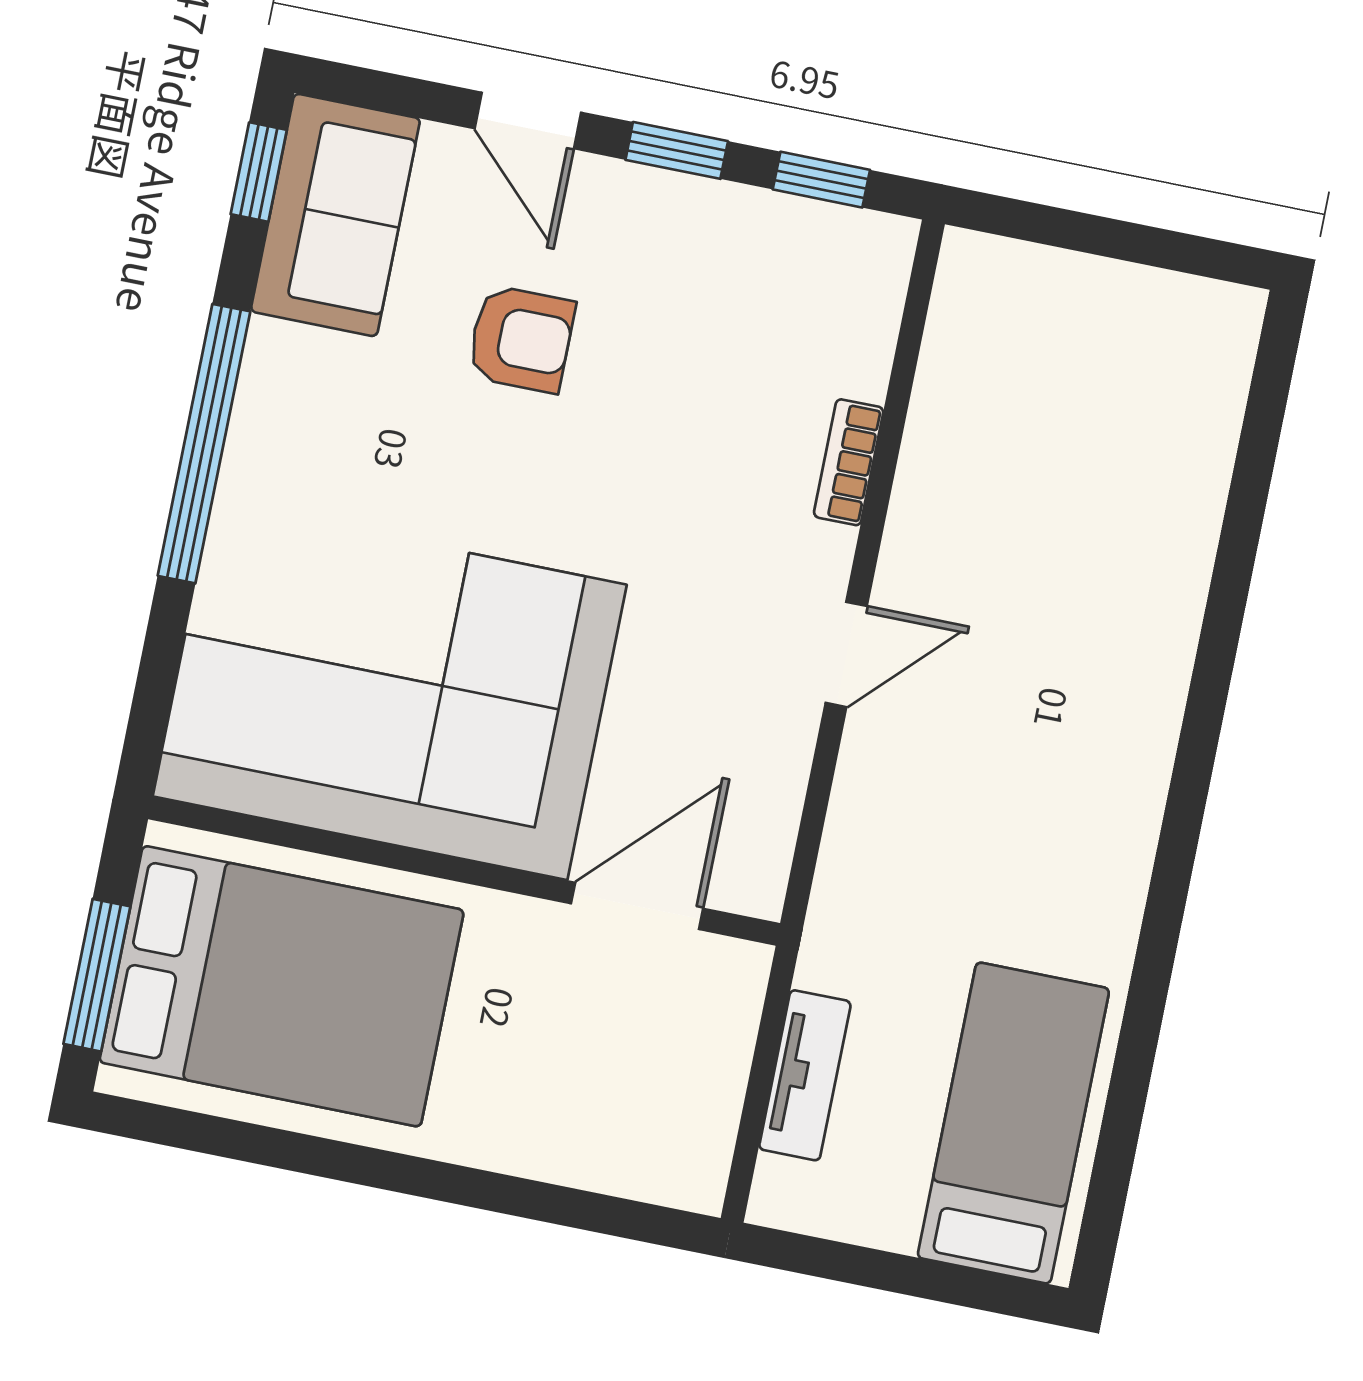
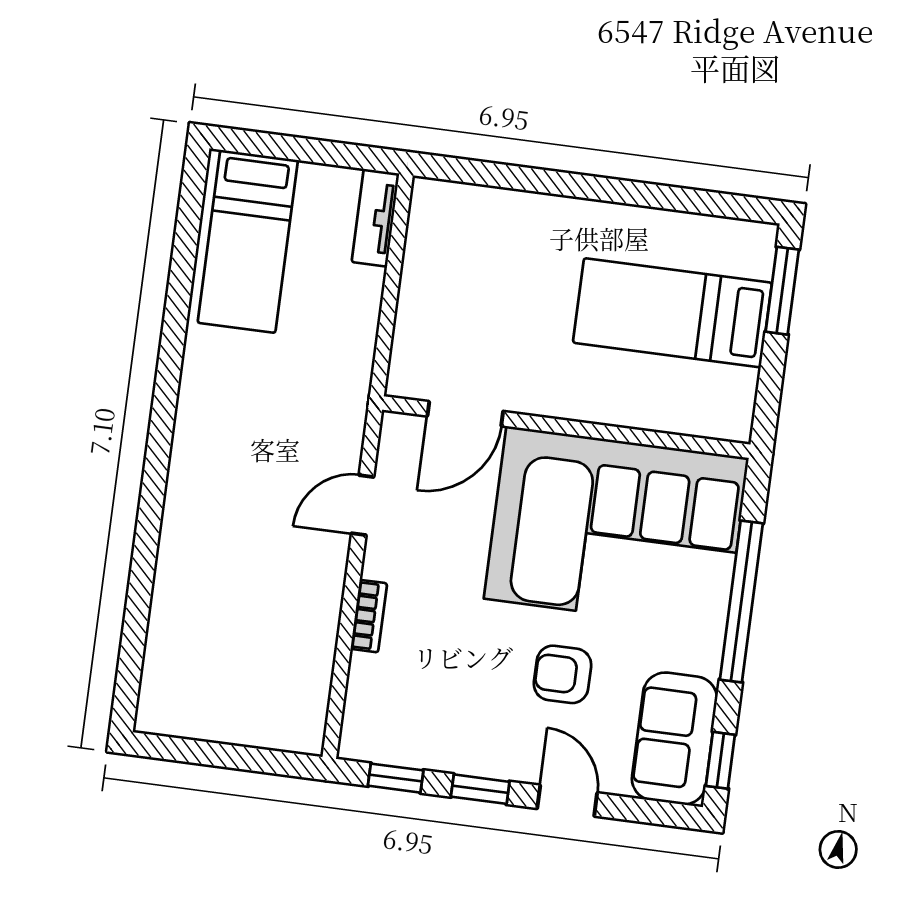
corner sofa: (390, 691) -> (616, 528), moved
wall: (464, 871) -> (566, 427), moved
door: (637, 906) -> (465, 414), moved
bed: (282, 986) -> (672, 313), width x0.67
tv unit: (805, 1075) -> (376, 218), moved

